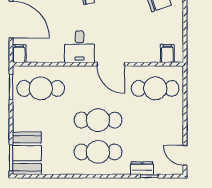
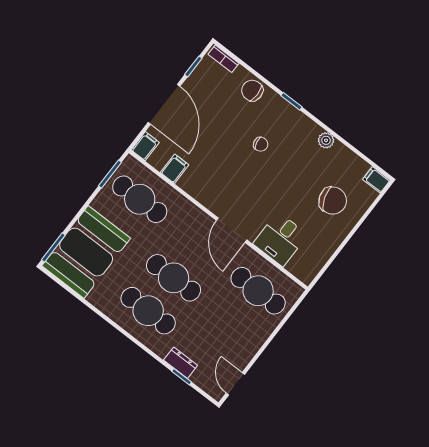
desk: (79, 47) -> (280, 239), moved
filing cabinet: (167, 54) -> (175, 169), moved
booth: (27, 153) -> (86, 252), width x1.36, depth x1.42

